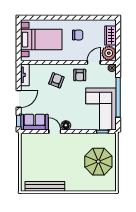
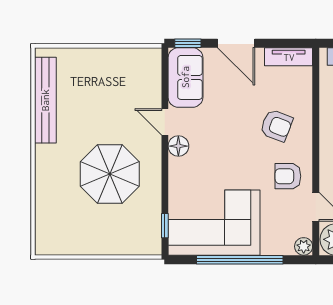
door: (55, 132) -> (165, 122), swing flipped
parasol: (98, 162) -> (110, 174), moved

